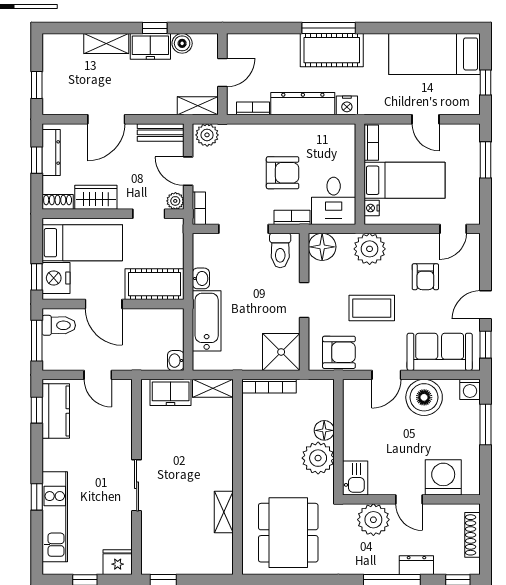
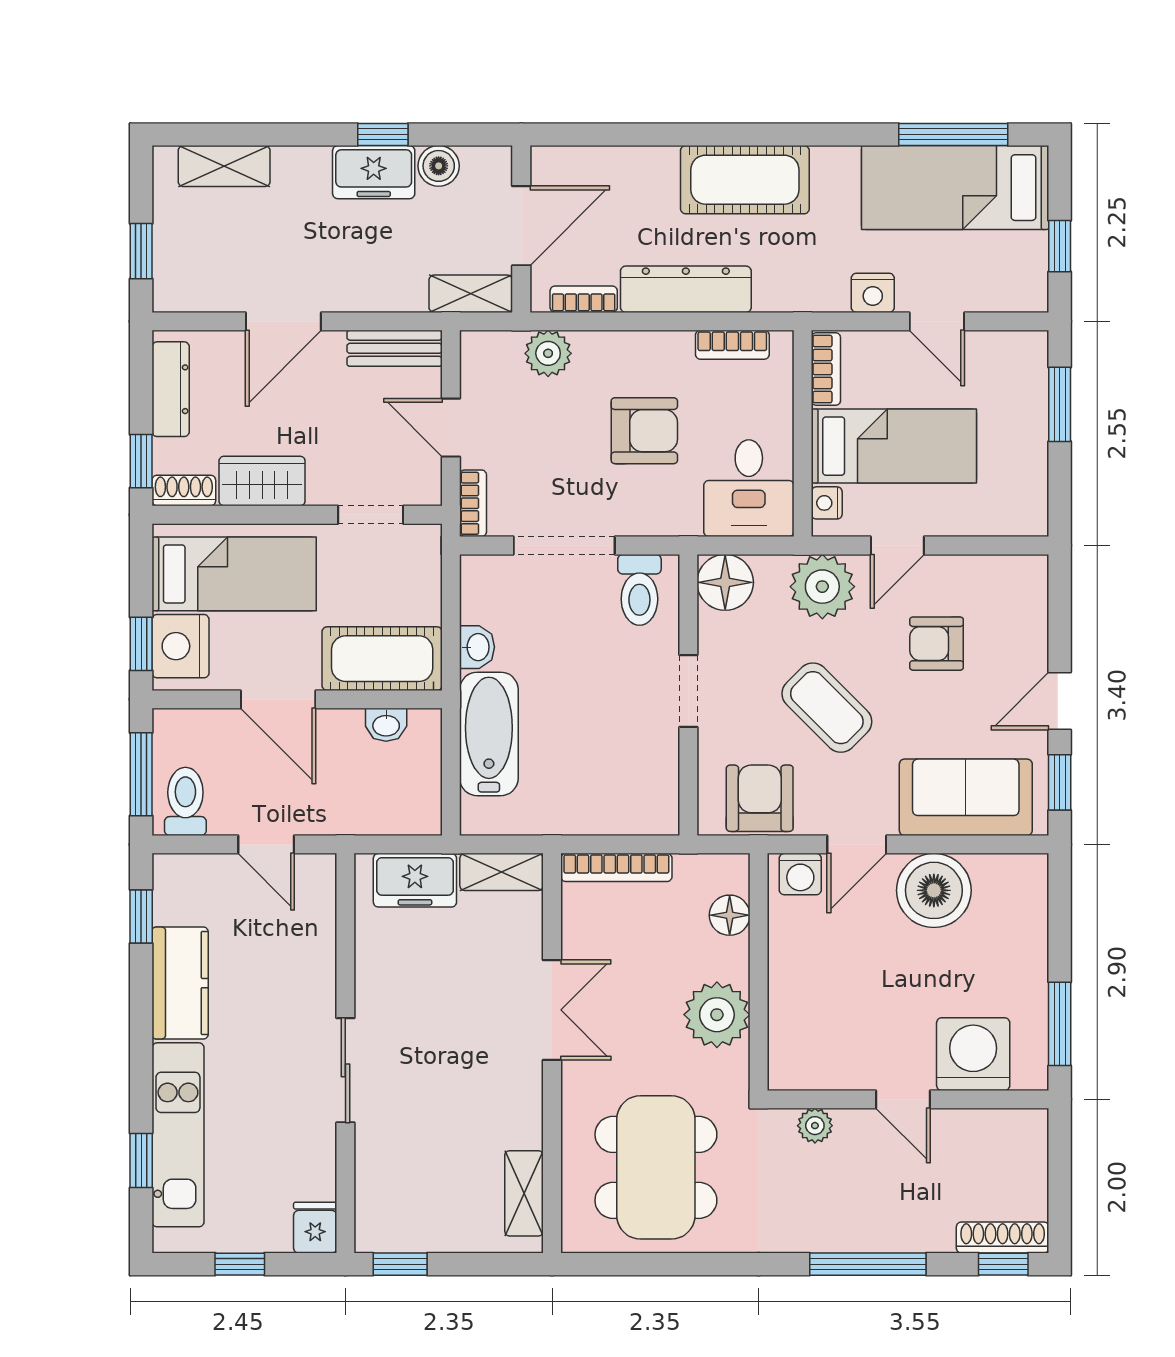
window: (329, 28) -> (953, 134), moved
shelving: (106, 43) -> (224, 166), moved
door: (222, 73) -> (521, 226), width x1.38
nightstand: (347, 105) -> (873, 293), moved
plant: (207, 135) -> (548, 353), moved
window: (37, 160) -> (141, 461), moved
plant: (175, 201) -> (425, 488), removed
bookcase: (292, 217) -> (732, 345), moved, turned 180
door: (453, 229) -> (897, 545), moved
armchair: (425, 277) -> (937, 644), turned 90
coffee table: (372, 308) -> (827, 708), turned 45
toilet: (59, 325) -> (185, 801), moved, turned -90
shower: (281, 352) -> (641, 797), removed
armchair: (339, 352) -> (760, 798), turned -90
washbasin: (176, 361) -> (386, 725), moved, turned -90
washing machine: (470, 389) -> (800, 874), moved
kitchen counter: (56, 411) -> (180, 983), moved
window: (486, 424) -> (1060, 1024), moved
floor lamp: (324, 430) -> (730, 915), moved
double door: (237, 456) -> (552, 1010), added
kitchen sink: (355, 478) -> (793, 1055), removed
window: (37, 497) -> (141, 1161), moved
shelving: (224, 512) -> (524, 1193), moved
plant: (373, 520) -> (815, 1126), width x0.53, depth x0.53
shoe rack: (473, 535) -> (1003, 1238), moved, turned 90
fridge: (118, 562) -> (315, 1228), width x0.72
dresser: (416, 565) -> (918, 1234), removed

